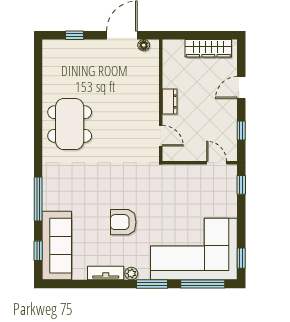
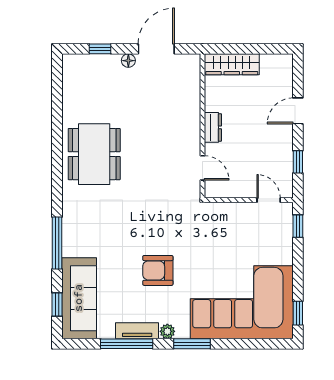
floor lamp: (144, 45) -> (128, 61), moved
wardrobe: (208, 48) -> (232, 64), moved
window: (203, 284) -> (127, 344), moved

